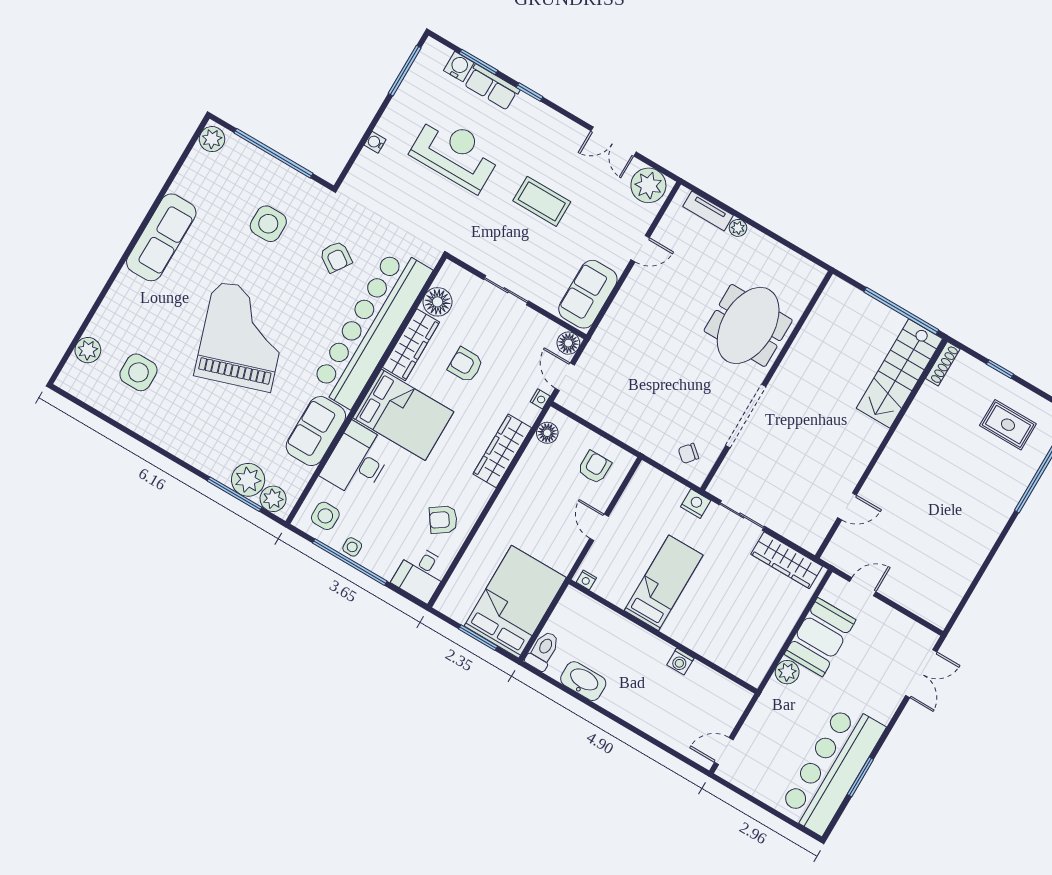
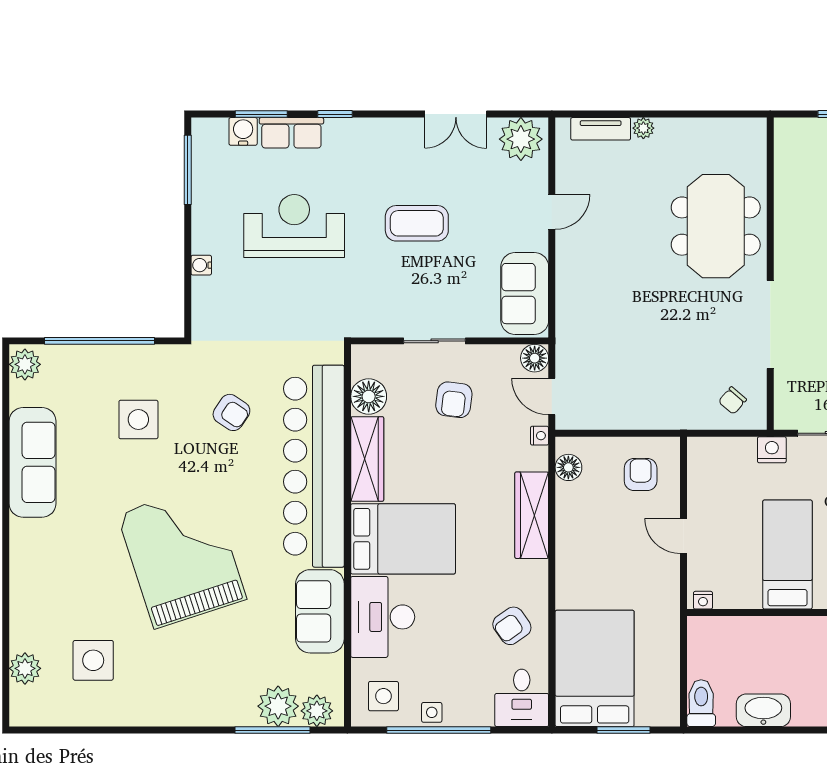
sofa: (161, 237) -> (33, 462), moved
armchair: (465, 365) -> (454, 400), moved, turned -83
bed: (515, 602) -> (595, 668), moved

